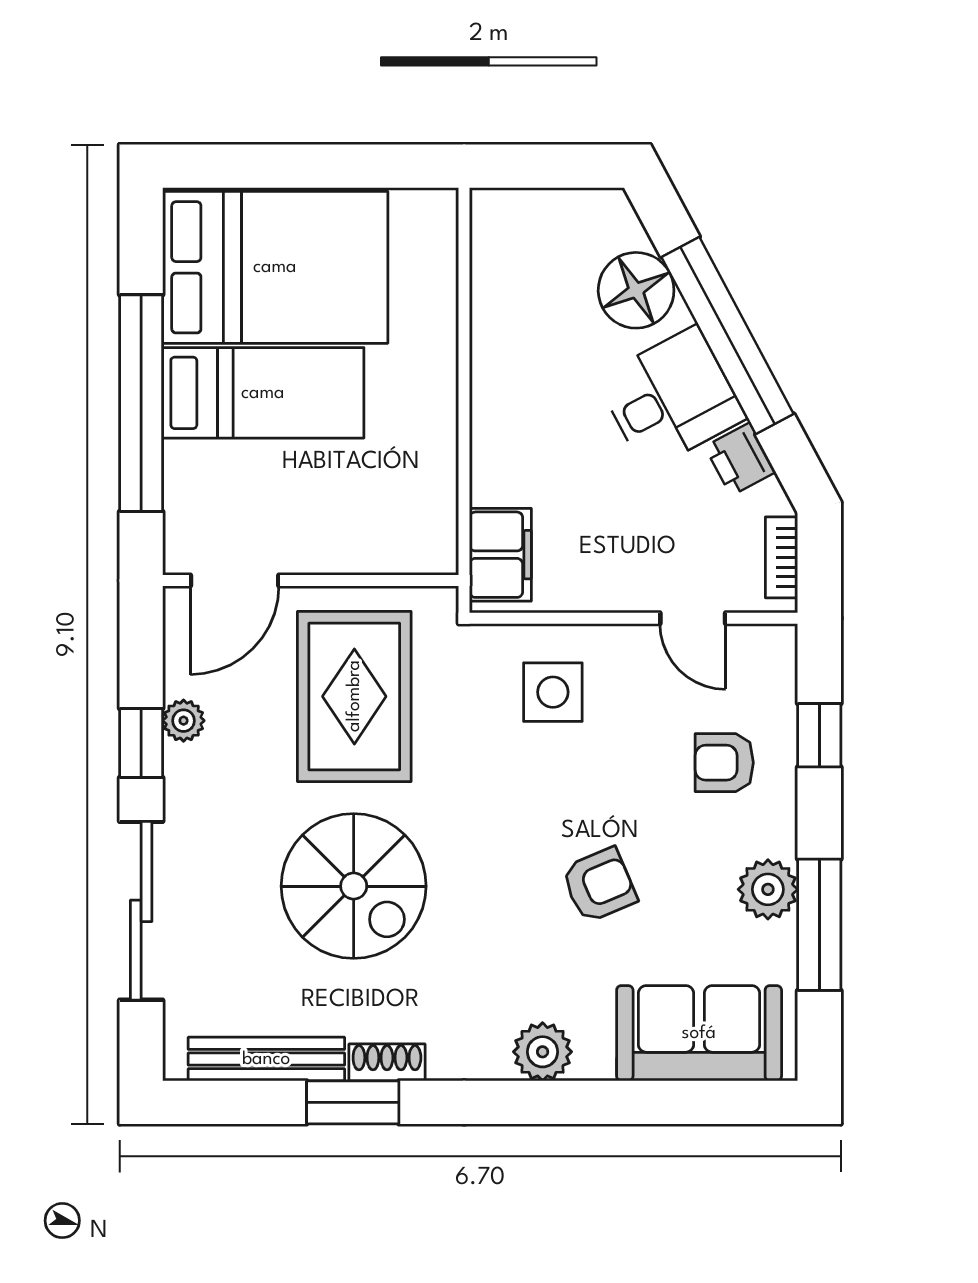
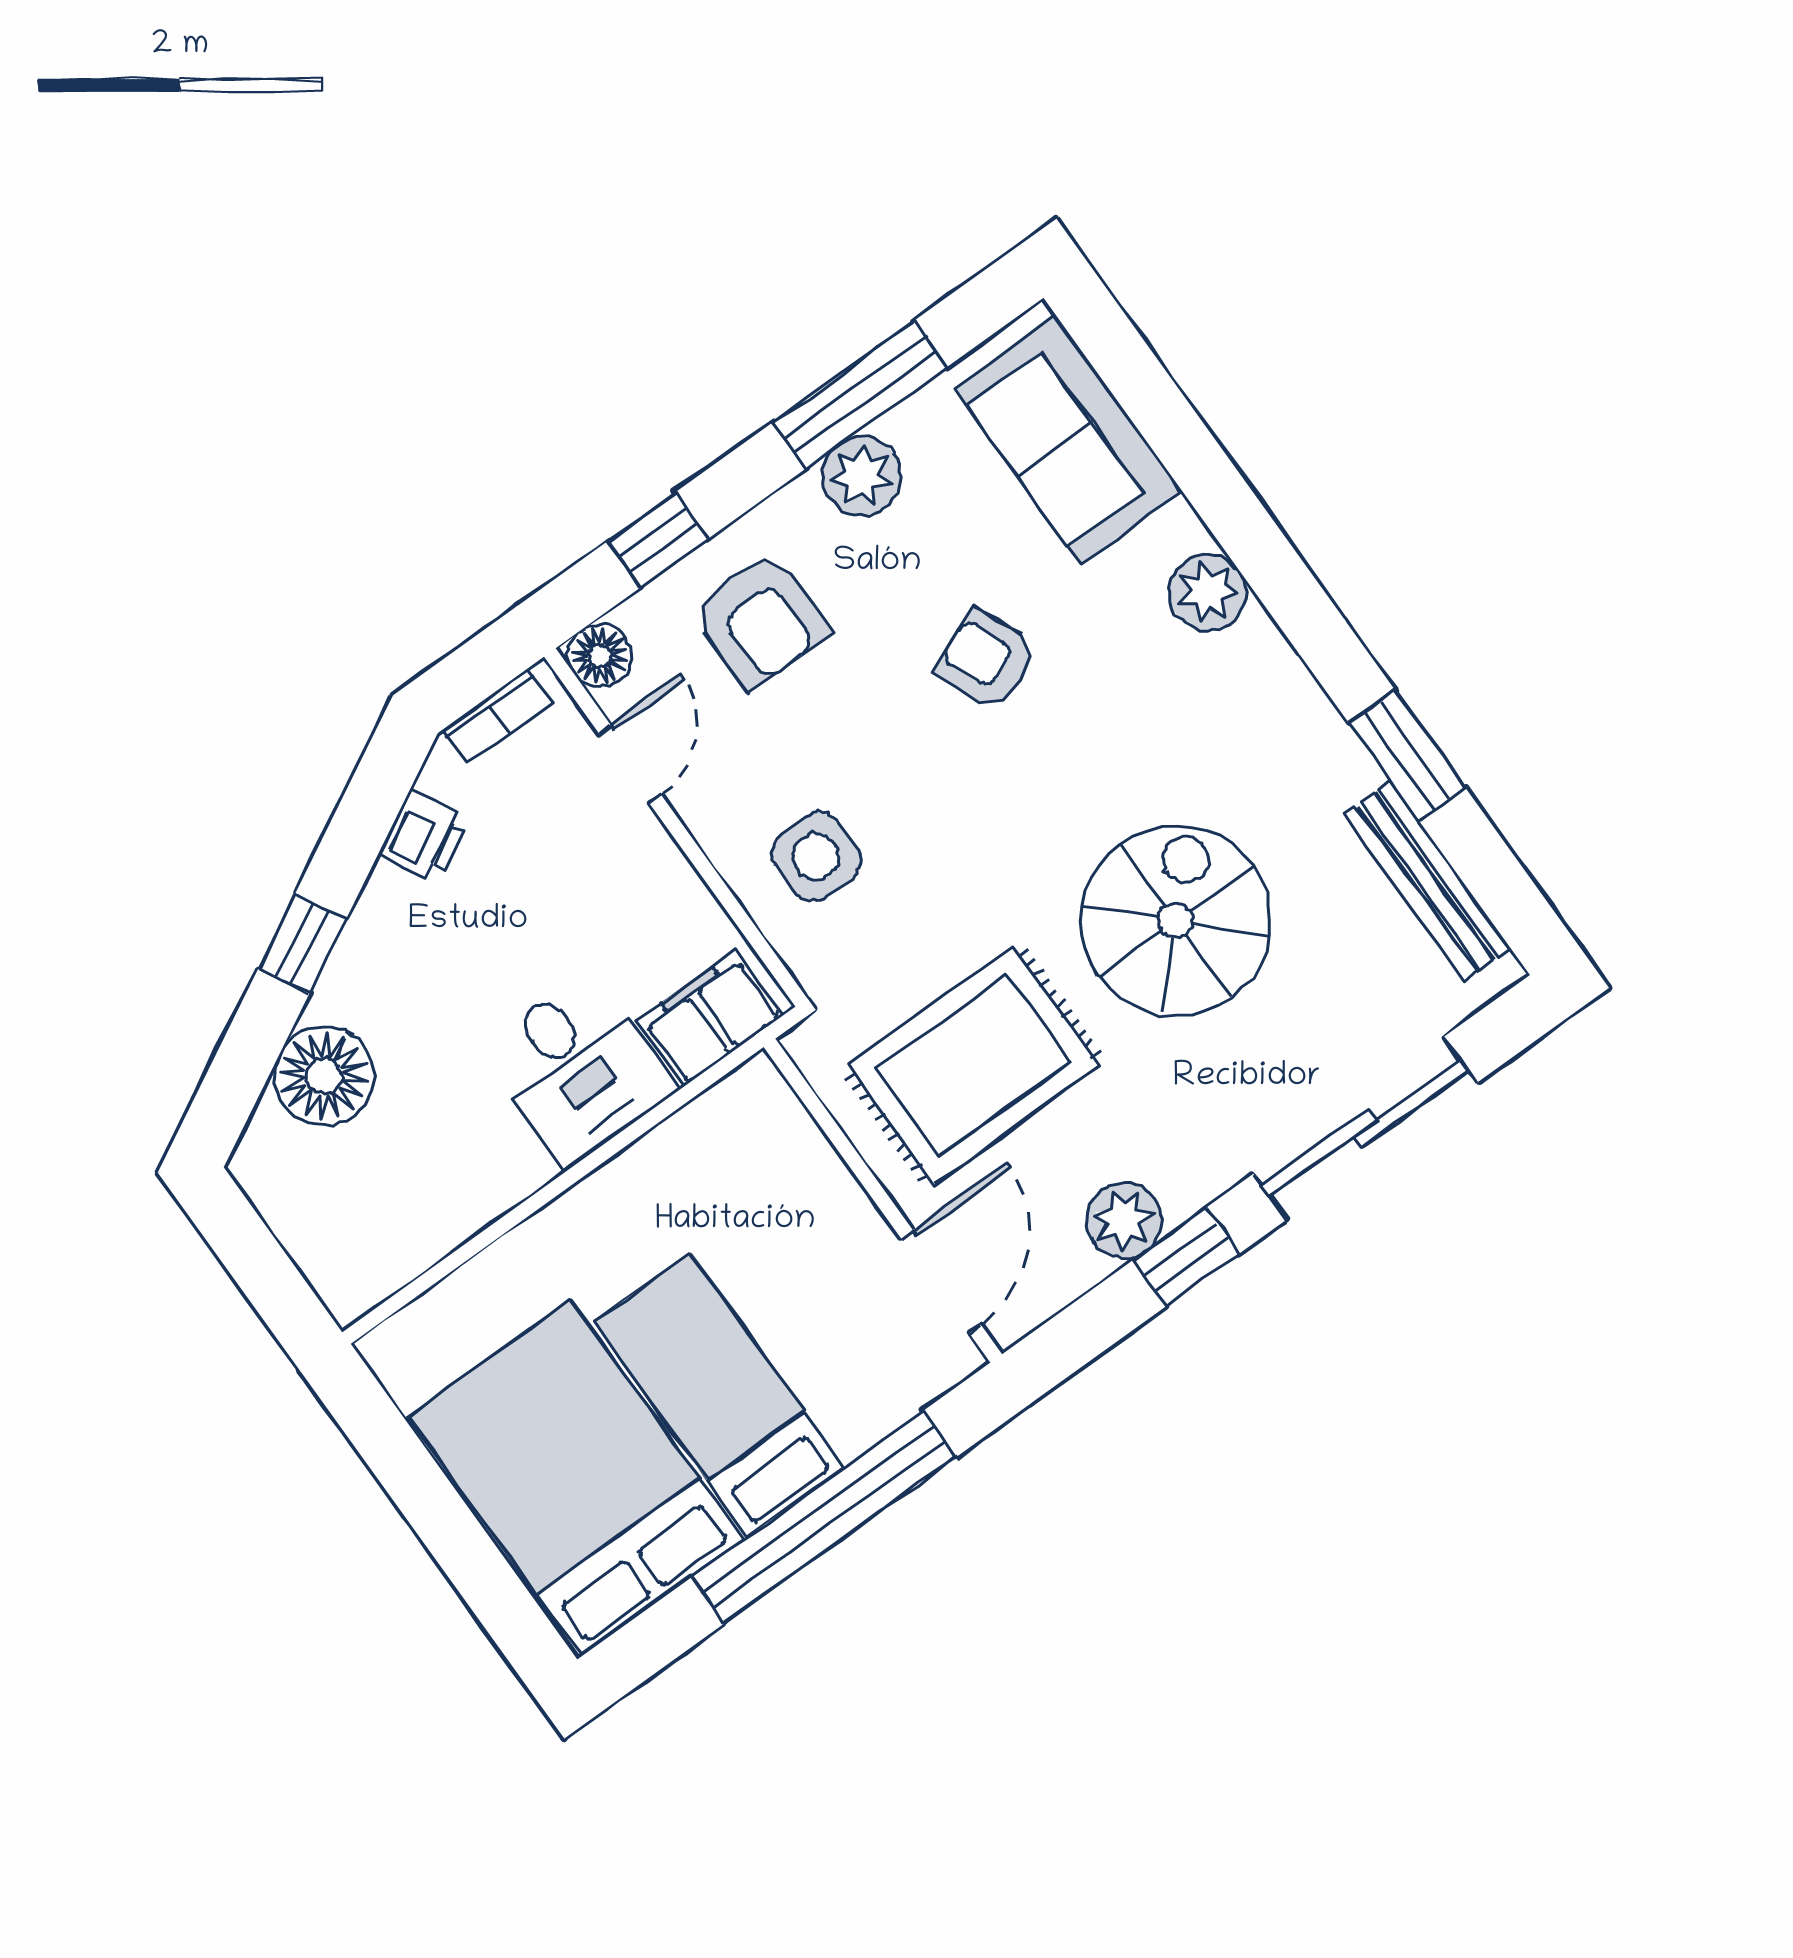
window: (728, 336) -> (302, 944), width x0.32
desk: (671, 399) -> (578, 1069), moved, turned -152
door: (235, 580) -> (941, 1282), hinge flipped
floor lamp: (774, 648) -> (600, 655), added
plant: (184, 721) -> (1124, 1221), width x1.38, depth x1.38
armchair: (724, 763) -> (760, 620), width x1.38, depth x1.38
shoe rack: (387, 1062) -> (1338, 750), removed

